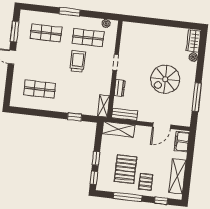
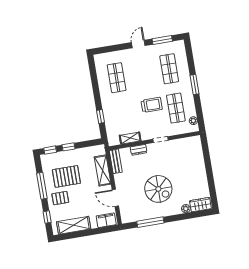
spiral stairs: (165, 79) -> (158, 189), turned 180
shelving: (104, 106) -> (130, 138), moved
shelving: (119, 129) -> (103, 170), moved

